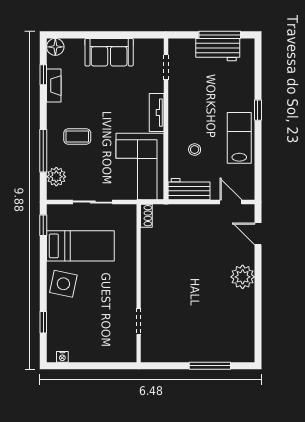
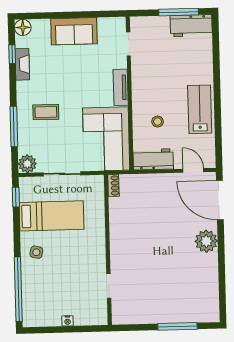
workbench: (218, 50) -> (191, 26), moved
window: (258, 110) -> (217, 83), removed
plant: (56, 177) -> (27, 164), moved
door: (258, 234) -> (220, 200), width x1.88
side table: (63, 284) -> (36, 252), width x0.54, depth x0.54
window: (43, 322) -> (18, 289), width x3.17
nightstand: (62, 357) -> (68, 321), moved

